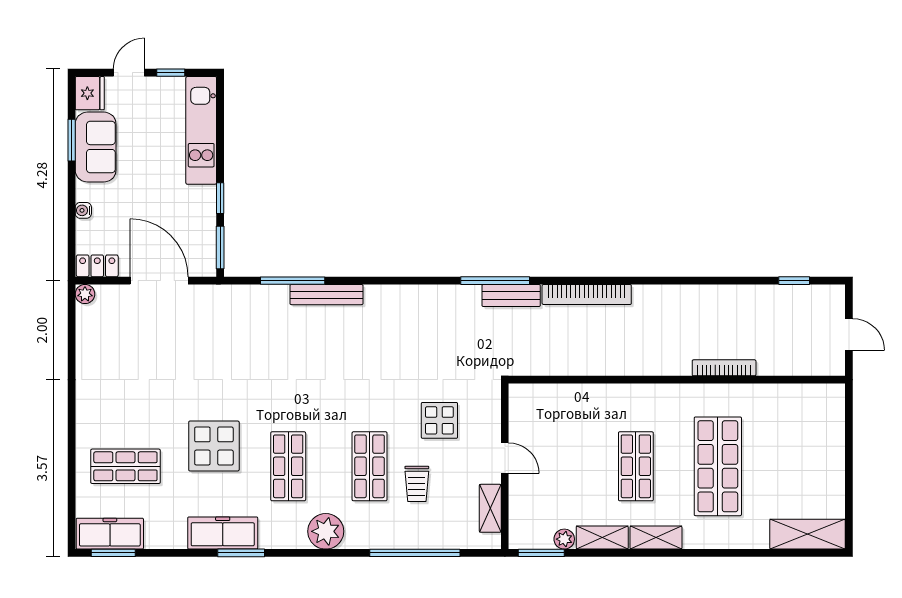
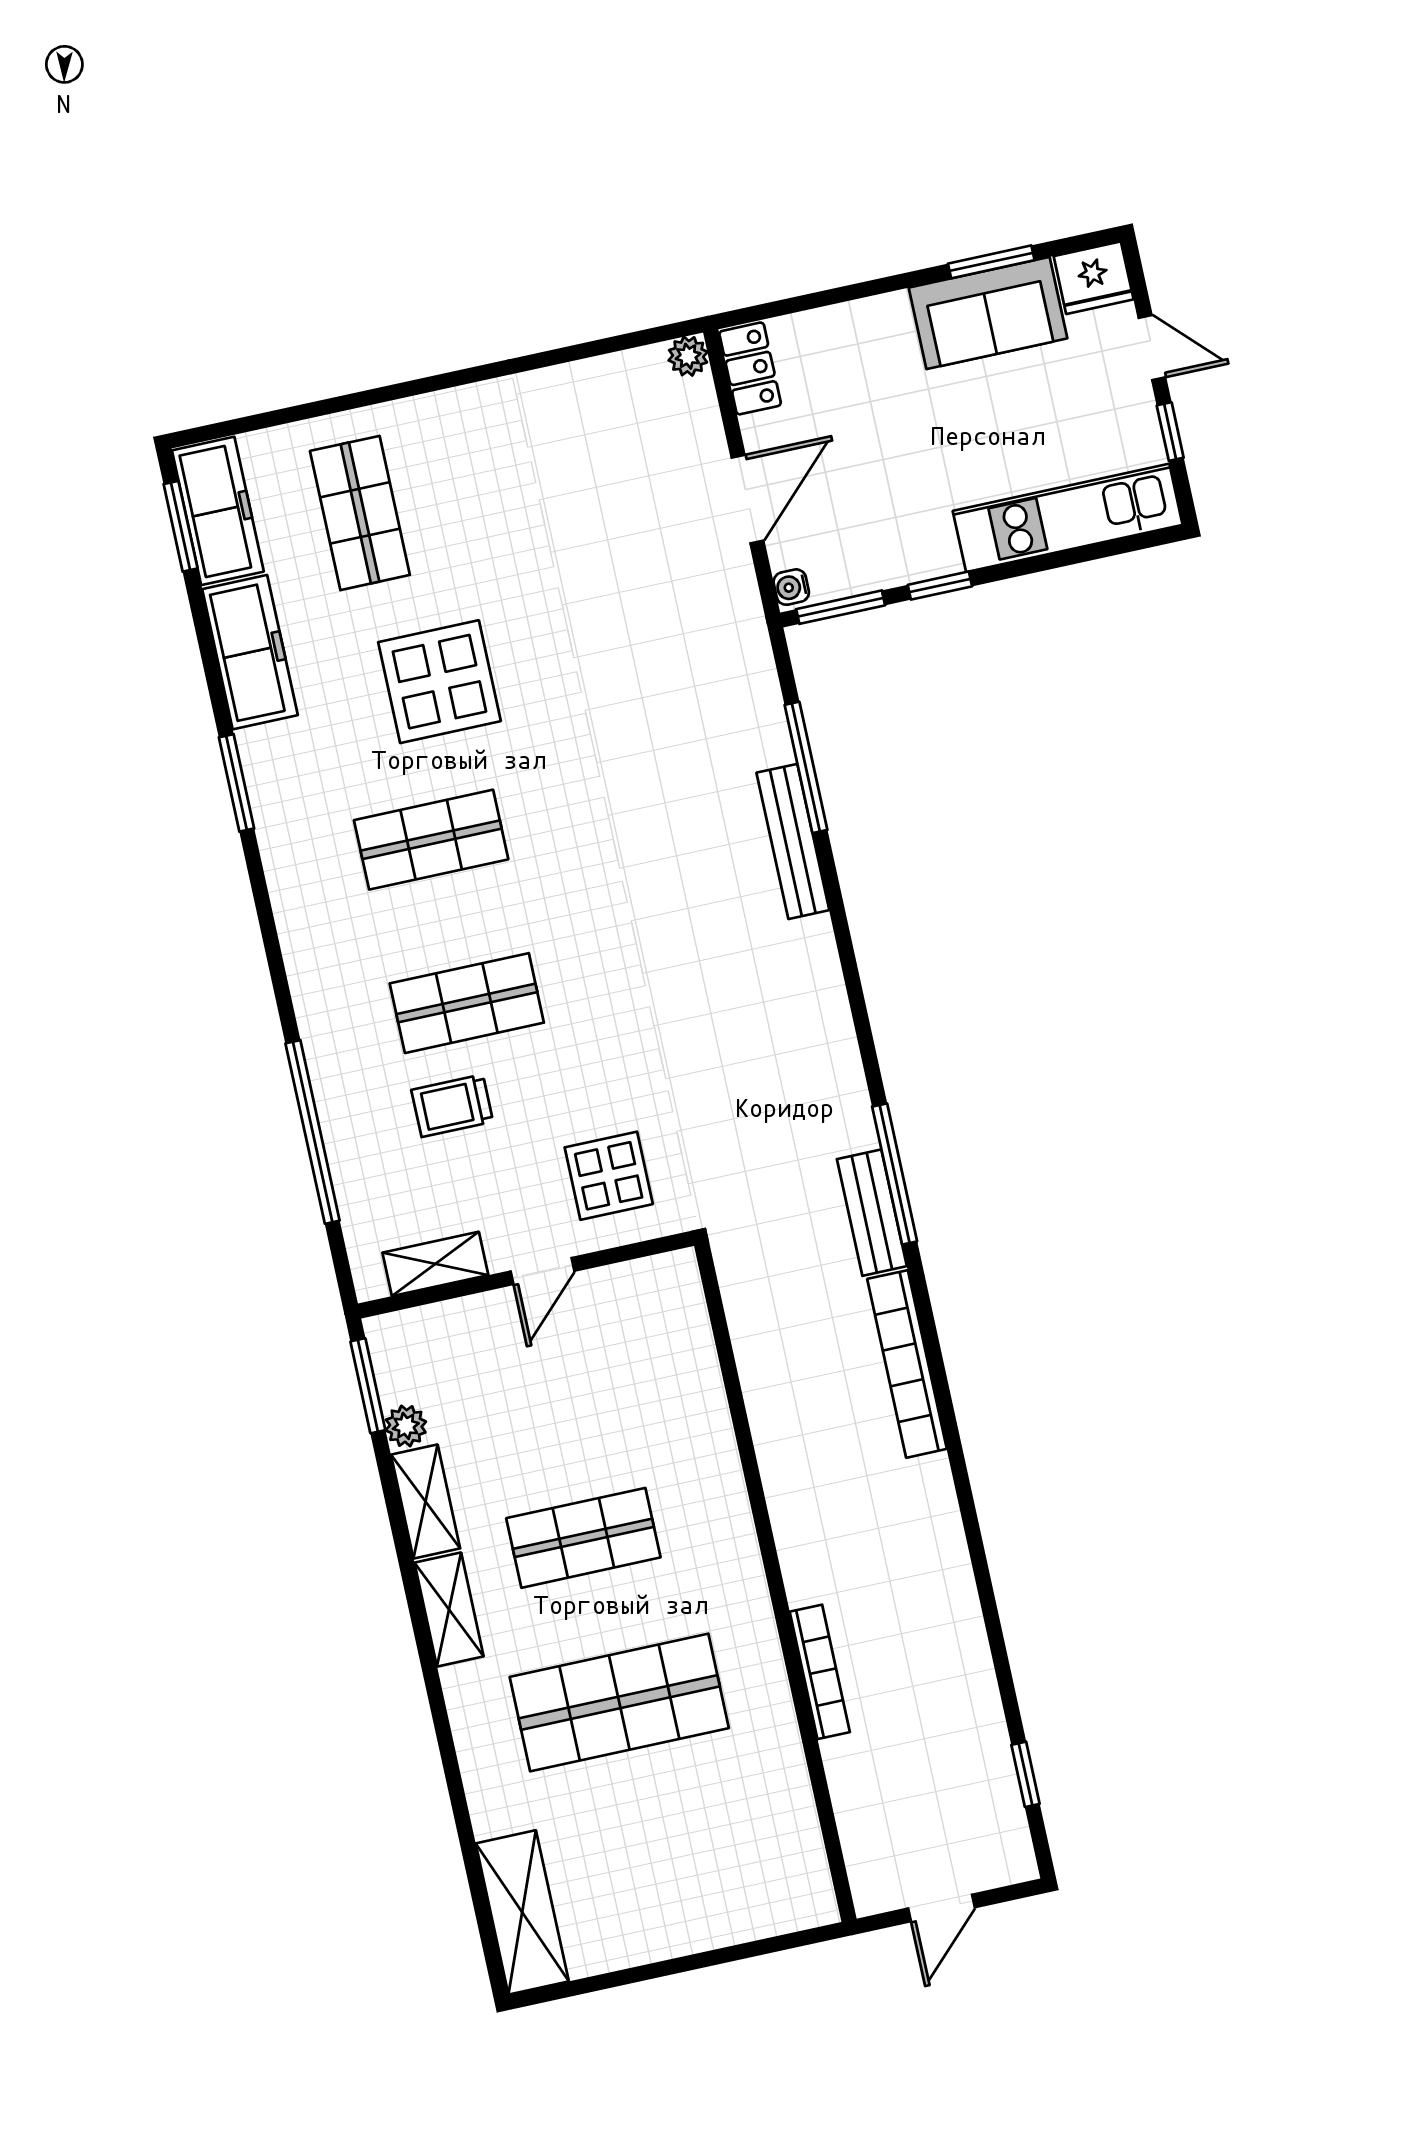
water cooler: (83, 210) -> (791, 587), moved, turned -90
door: (159, 281) -> (747, 499), width x0.73
display table: (439, 420) -> (609, 1176), moved
plant: (326, 531) -> (317, 944), removed
freezer: (223, 533) -> (250, 652), moved

